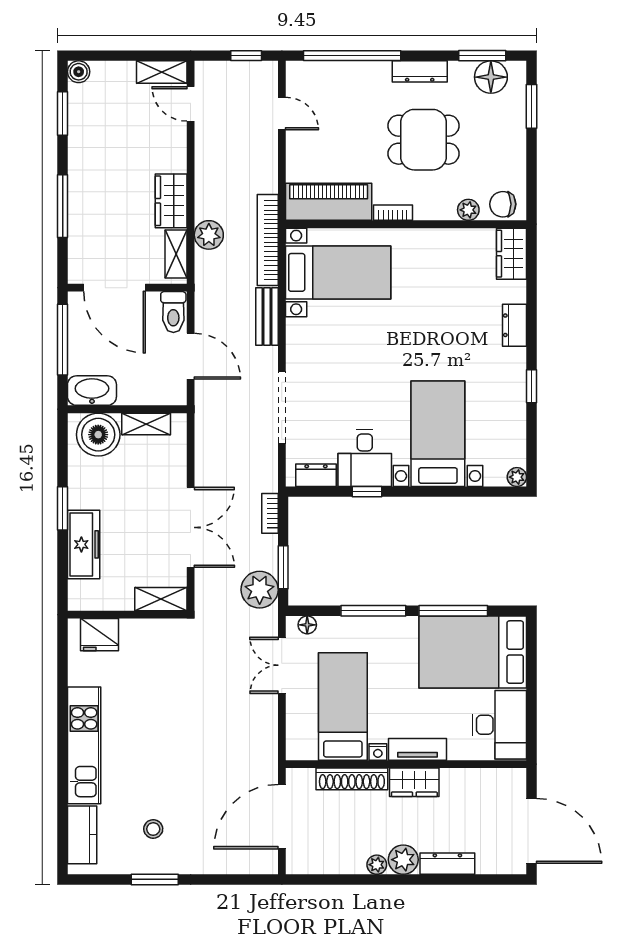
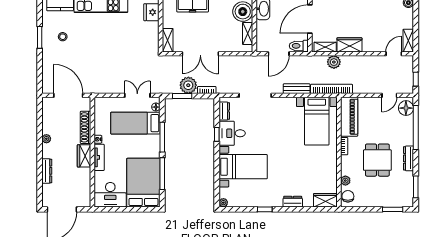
floor lamp: (491, 77) -> (406, 108), moved
plant: (260, 590) -> (188, 85), moved
bed: (343, 706) -> (135, 123), moved, turned 180
plant: (403, 860) -> (49, 151), removed

